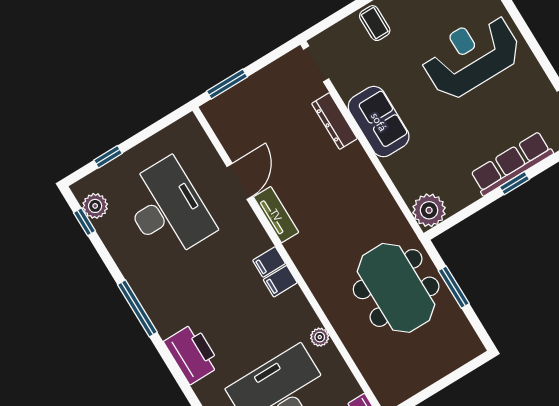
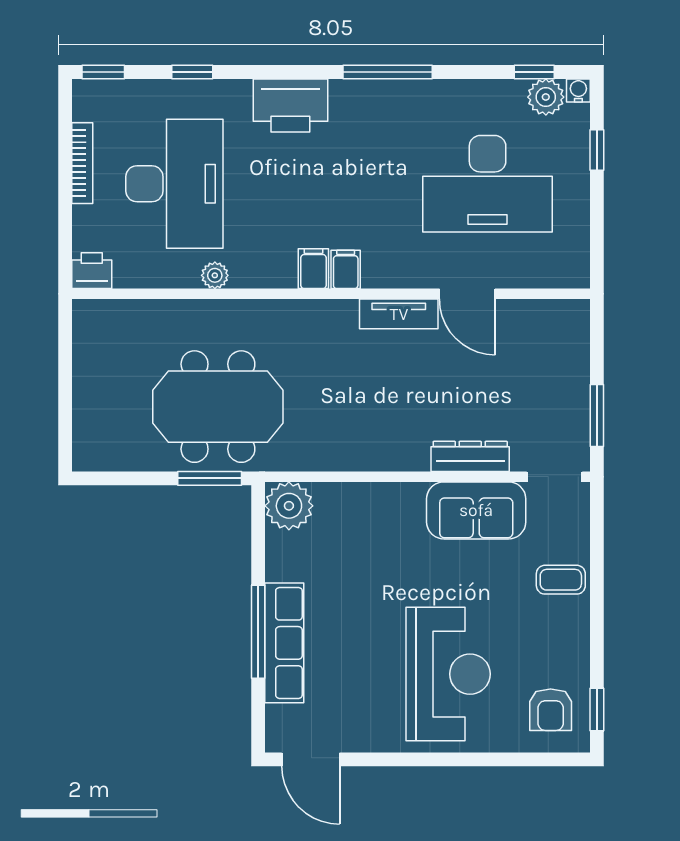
window: (227, 84) -> (597, 415), moved
sofa: (379, 122) -> (476, 510), moved
window: (514, 183) -> (258, 632), width x2.17
water cooler: (79, 189) -> (578, 90), added
window: (454, 287) -> (210, 478), moved

